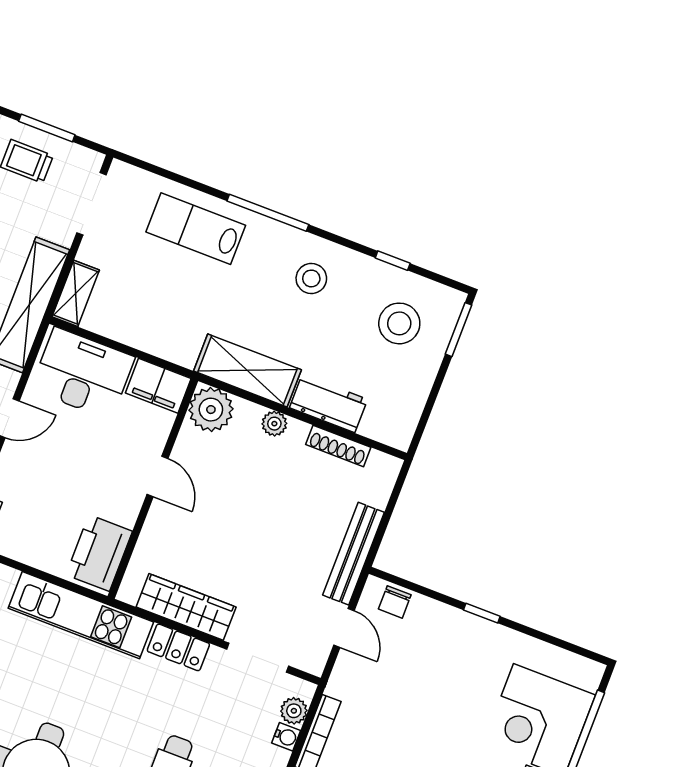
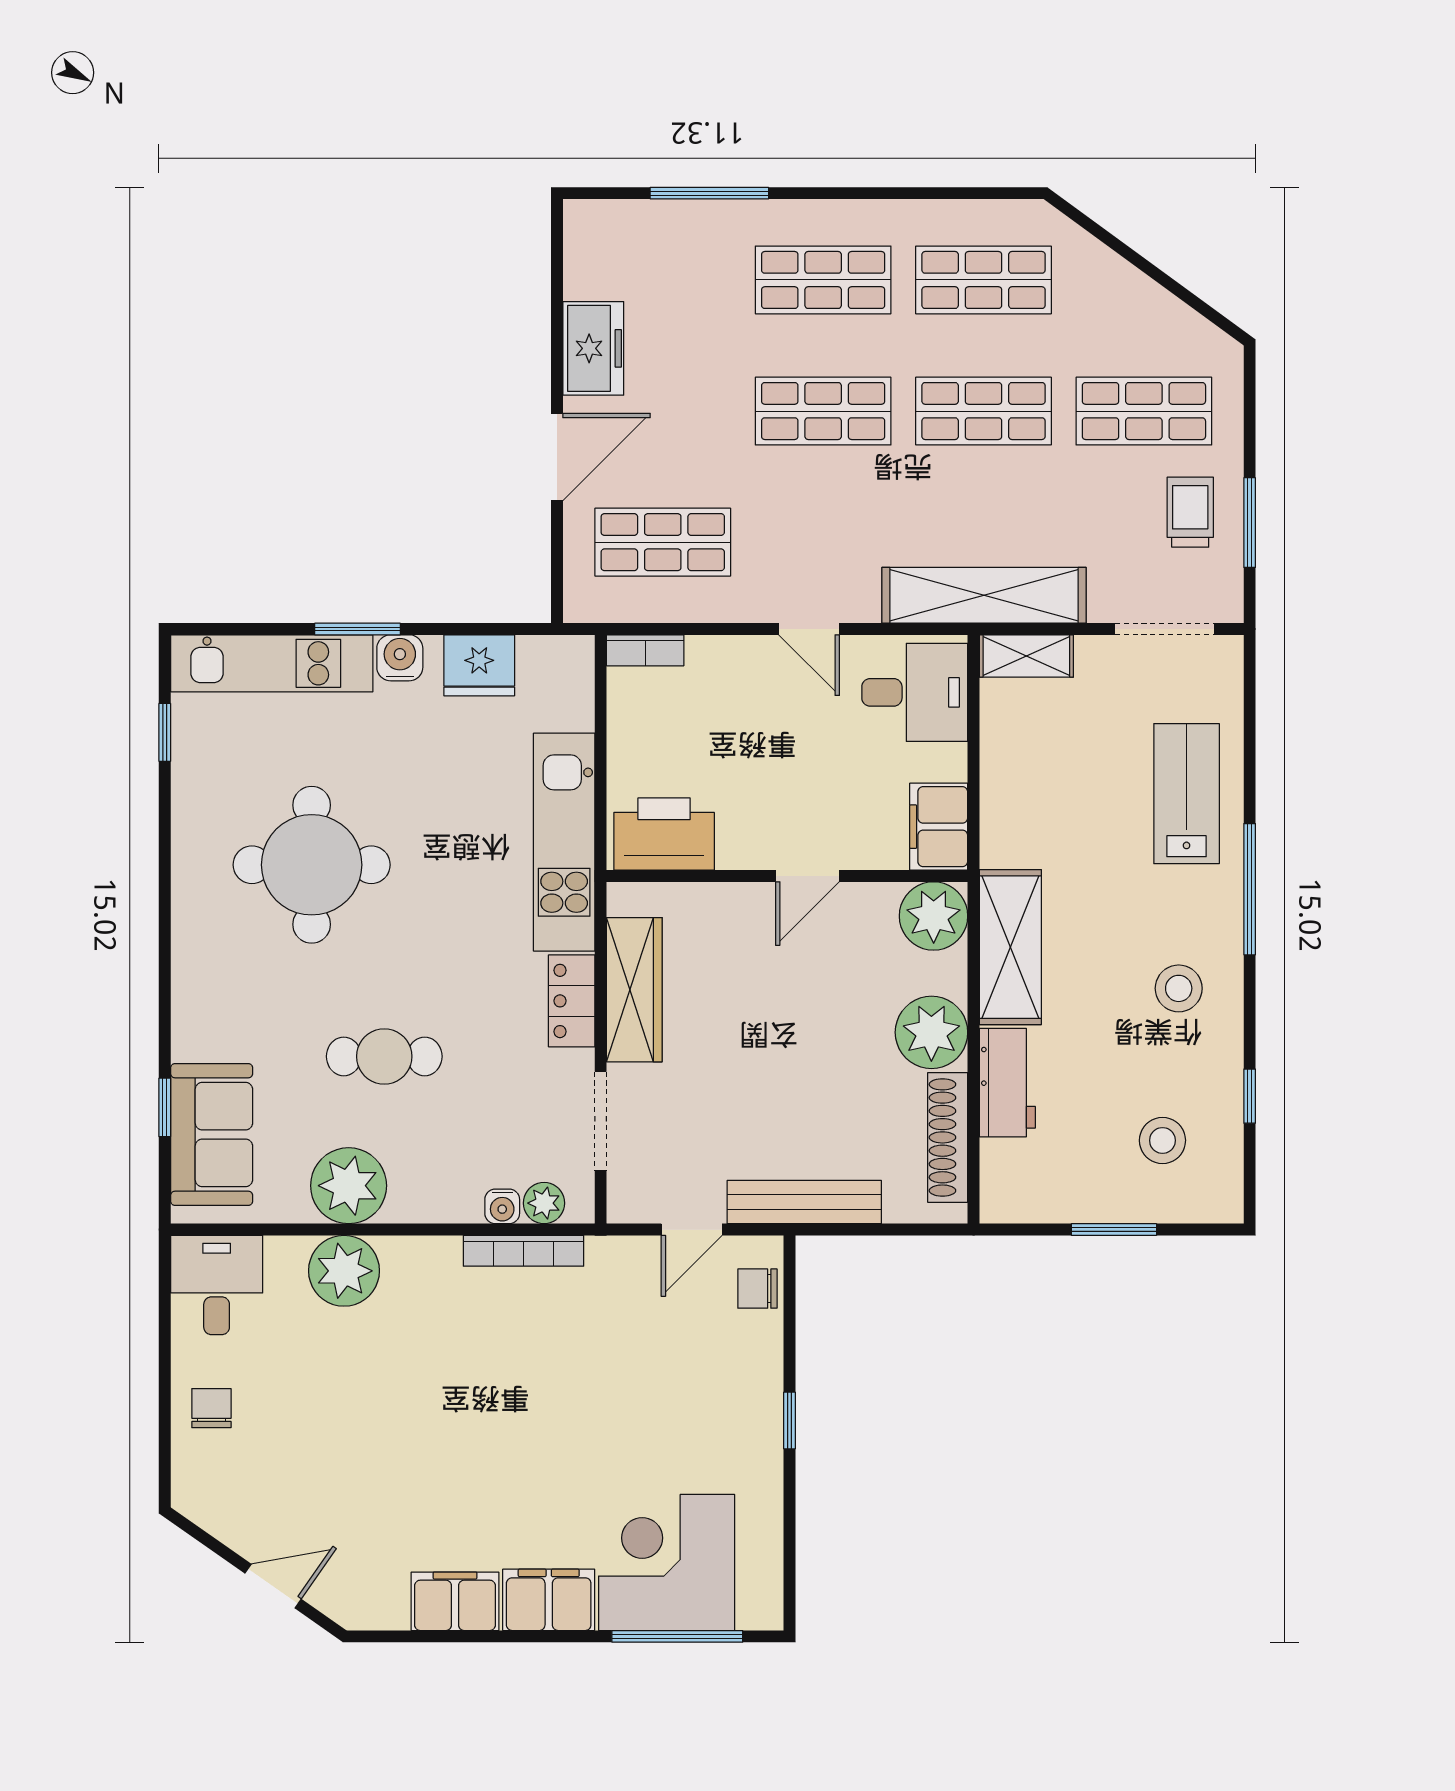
stool: (399, 323) -> (1162, 1140), width x0.73, depth x0.73
window: (458, 330) -> (1114, 1230), moved
desk: (83, 373) -> (915, 692), width x0.73
plant: (274, 424) -> (931, 1032), width x1.88, depth x1.88
shoe rack: (338, 446) -> (948, 1137), width x1.36, depth x1.24

